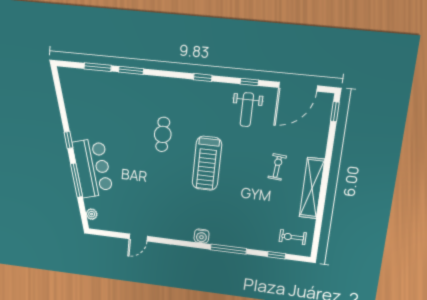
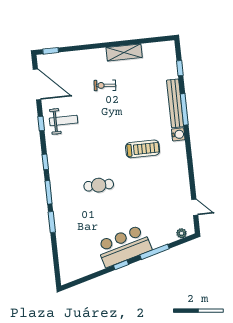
window: (98, 67) -> (49, 192), moved
treadmill: (207, 163) -> (143, 149), moved, width x0.73, depth x0.73
bar counter: (93, 168) -> (124, 246), moved
shelving: (312, 188) -> (124, 52), width x0.68
exercise bike: (293, 237) -> (161, 59), removed
door: (138, 238) -> (195, 207), moved
bench: (237, 241) -> (175, 103), added

